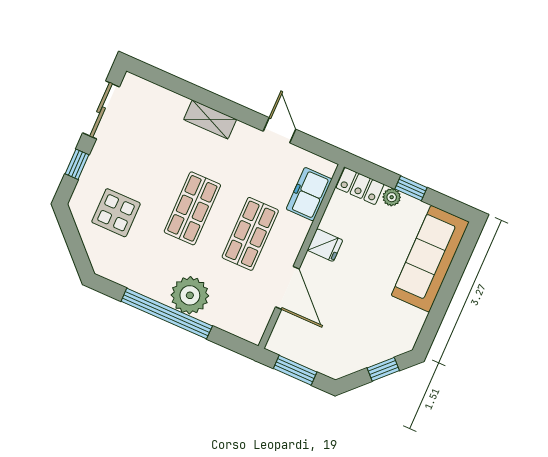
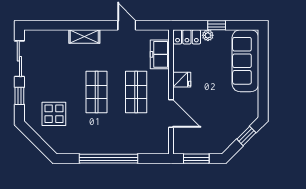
plant: (190, 295) -> (117, 142), removed

